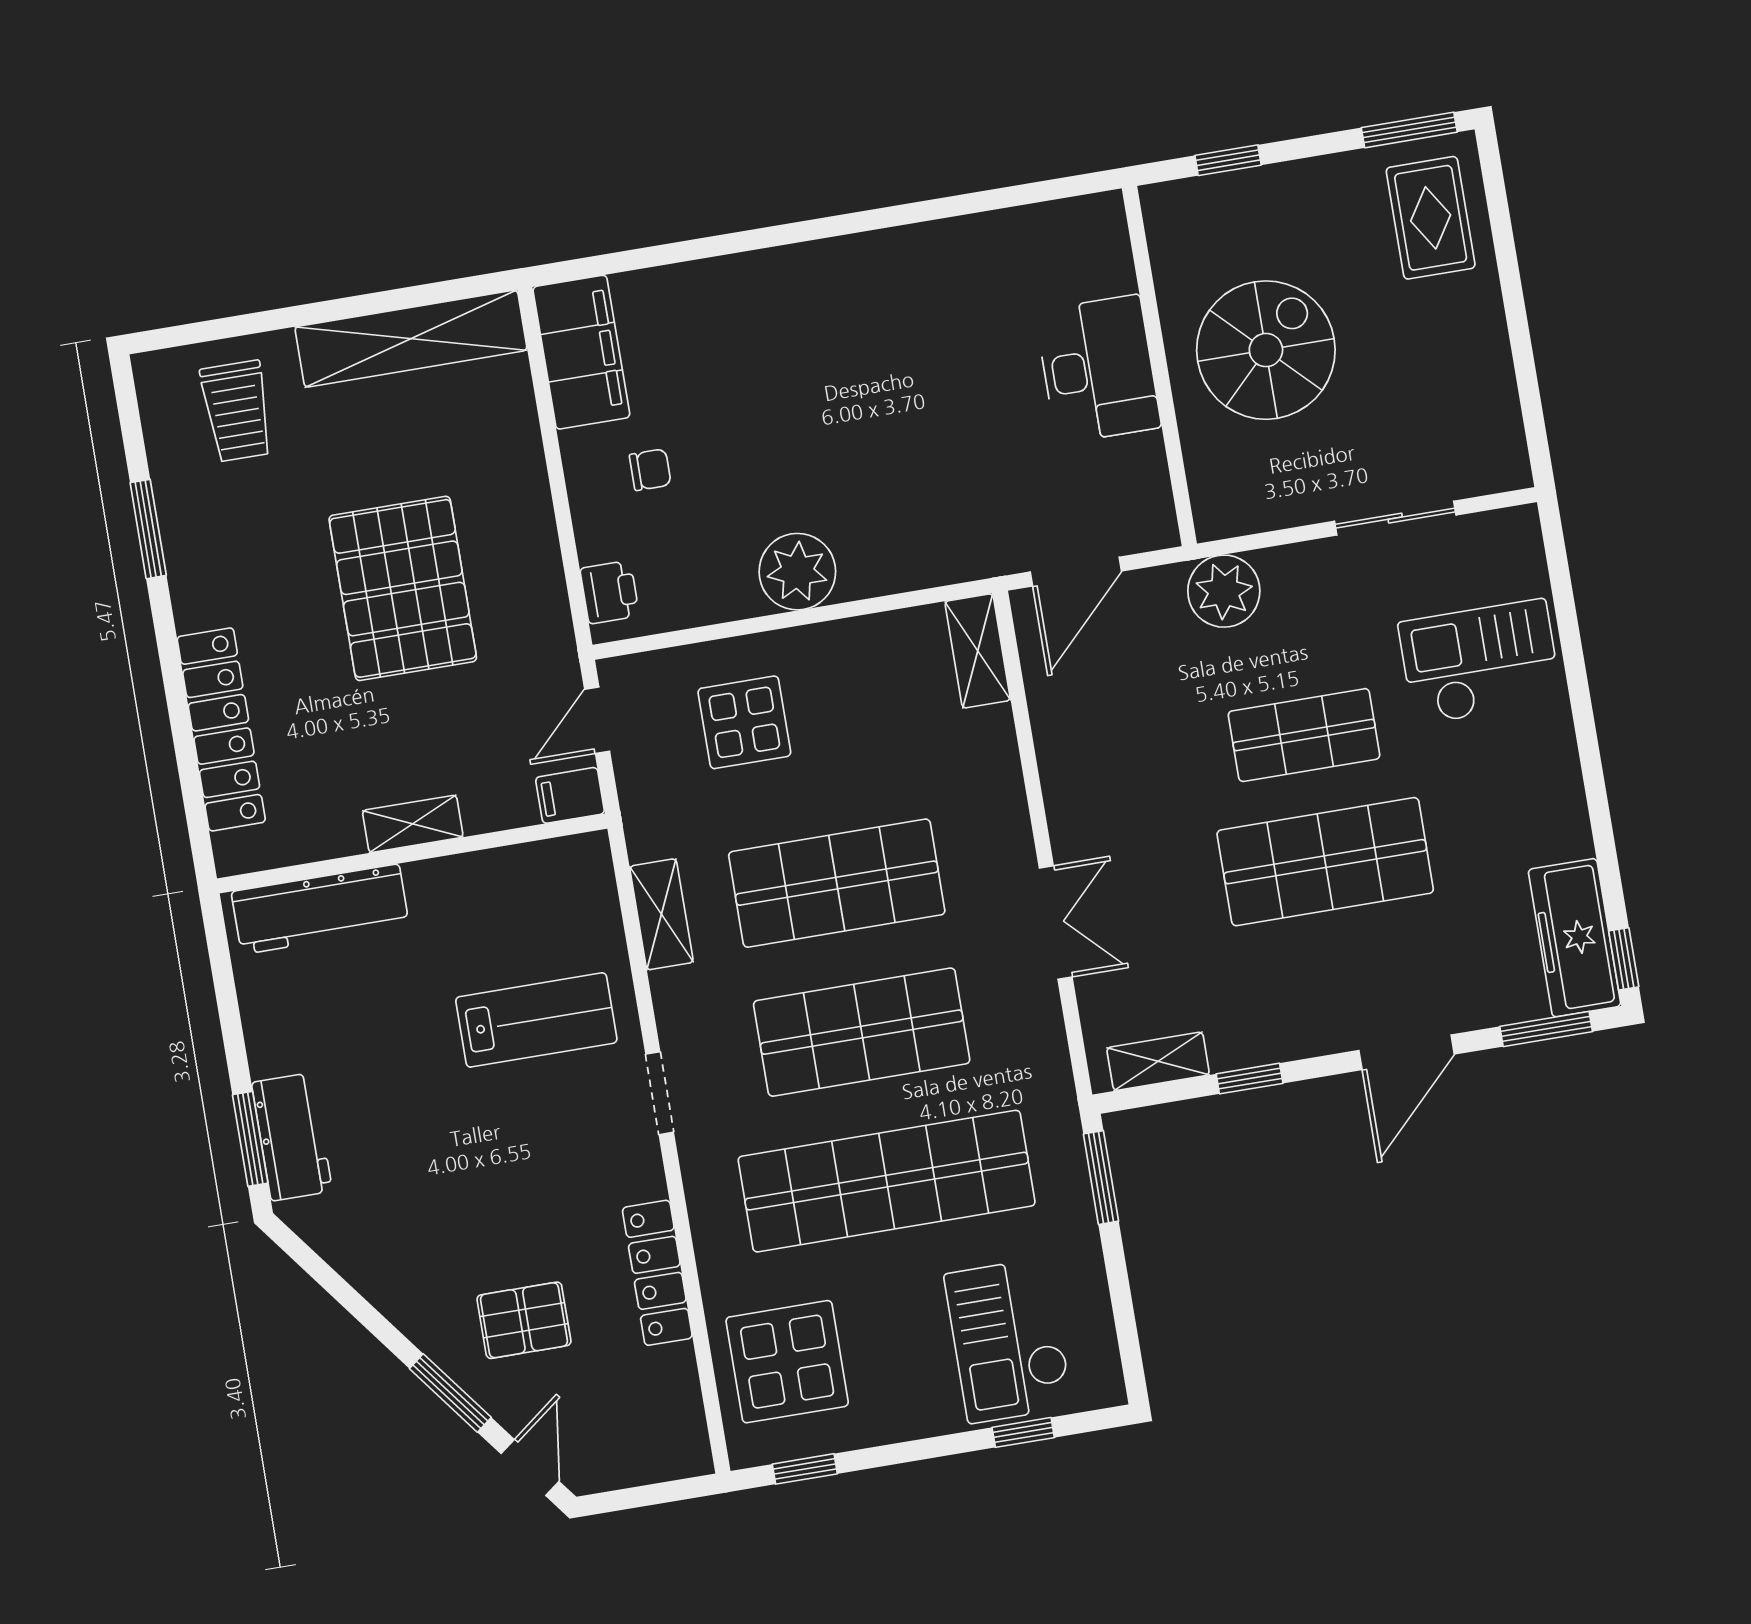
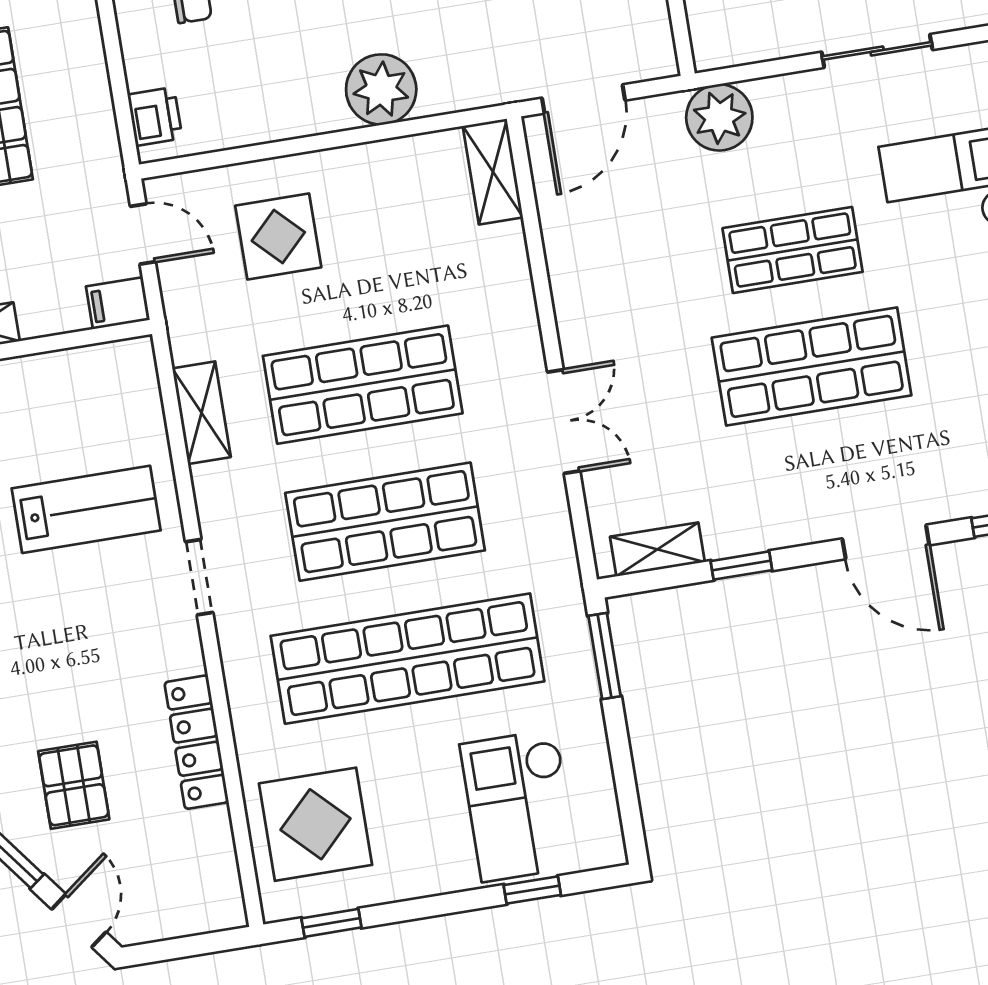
plant: (797, 572) -> (381, 89), moved
door: (597, 720) -> (143, 234), swing flipped
door: (1407, 1052) -> (886, 542), hinge flipped
pallet: (524, 1320) -> (74, 785), turned 90

